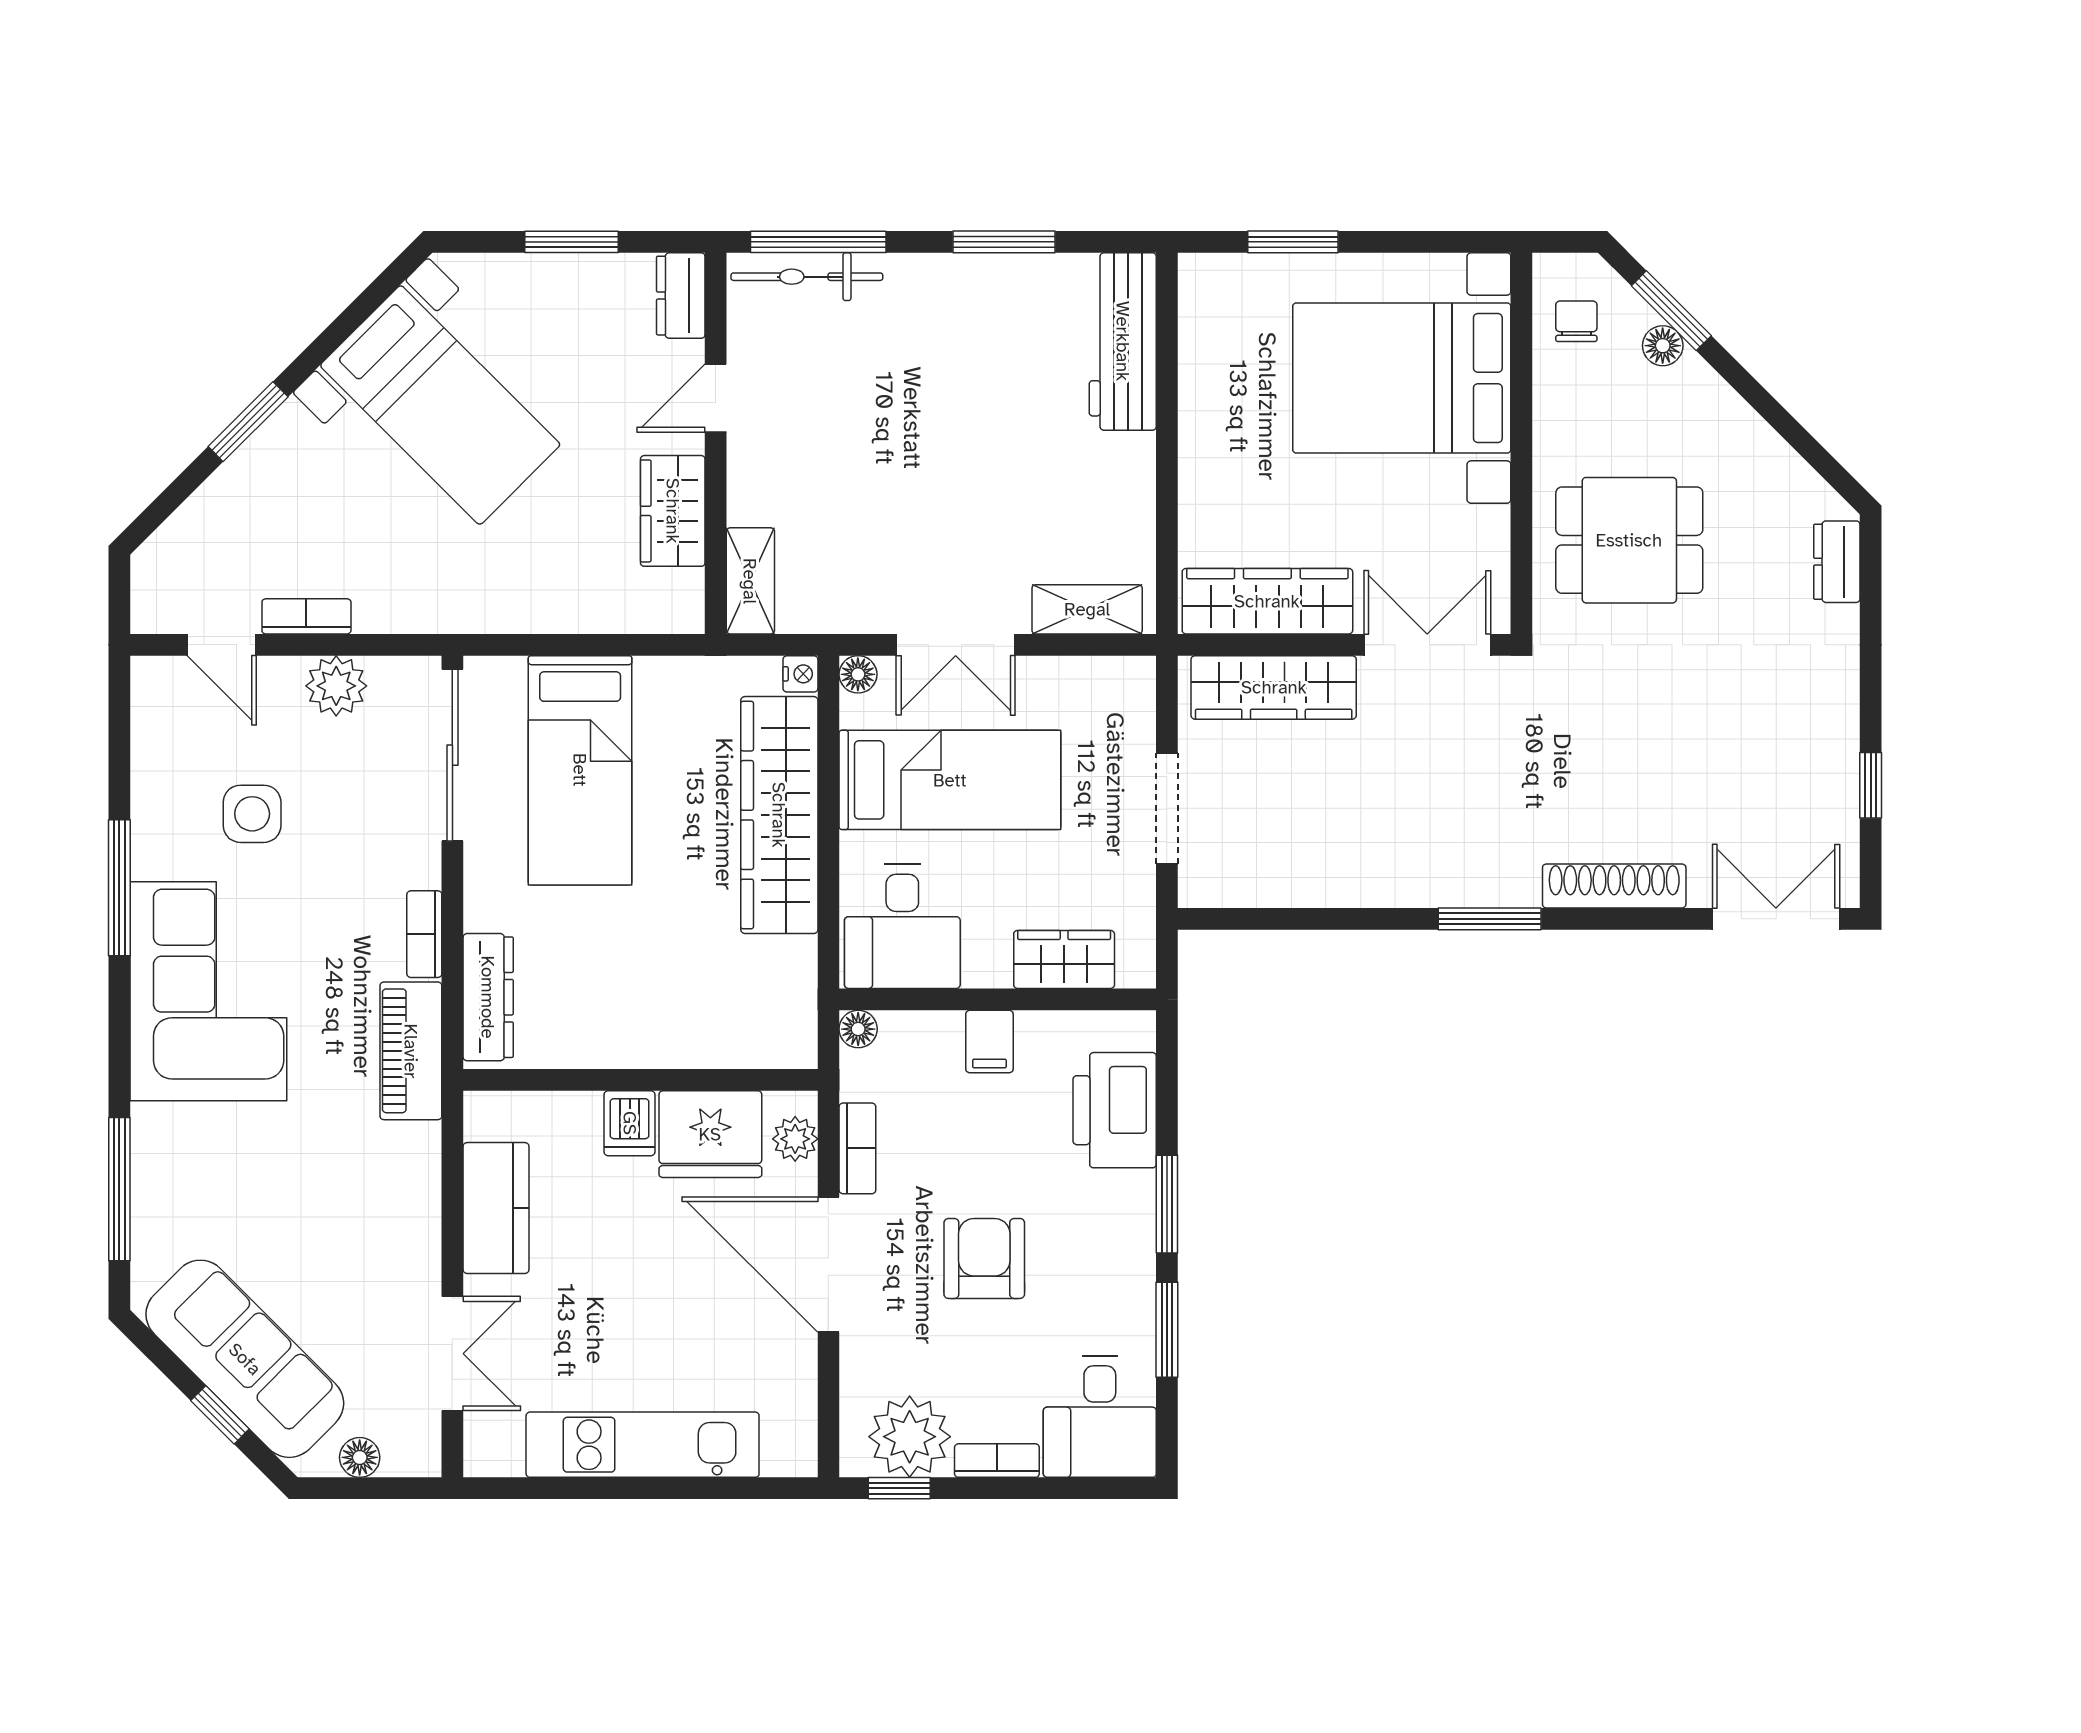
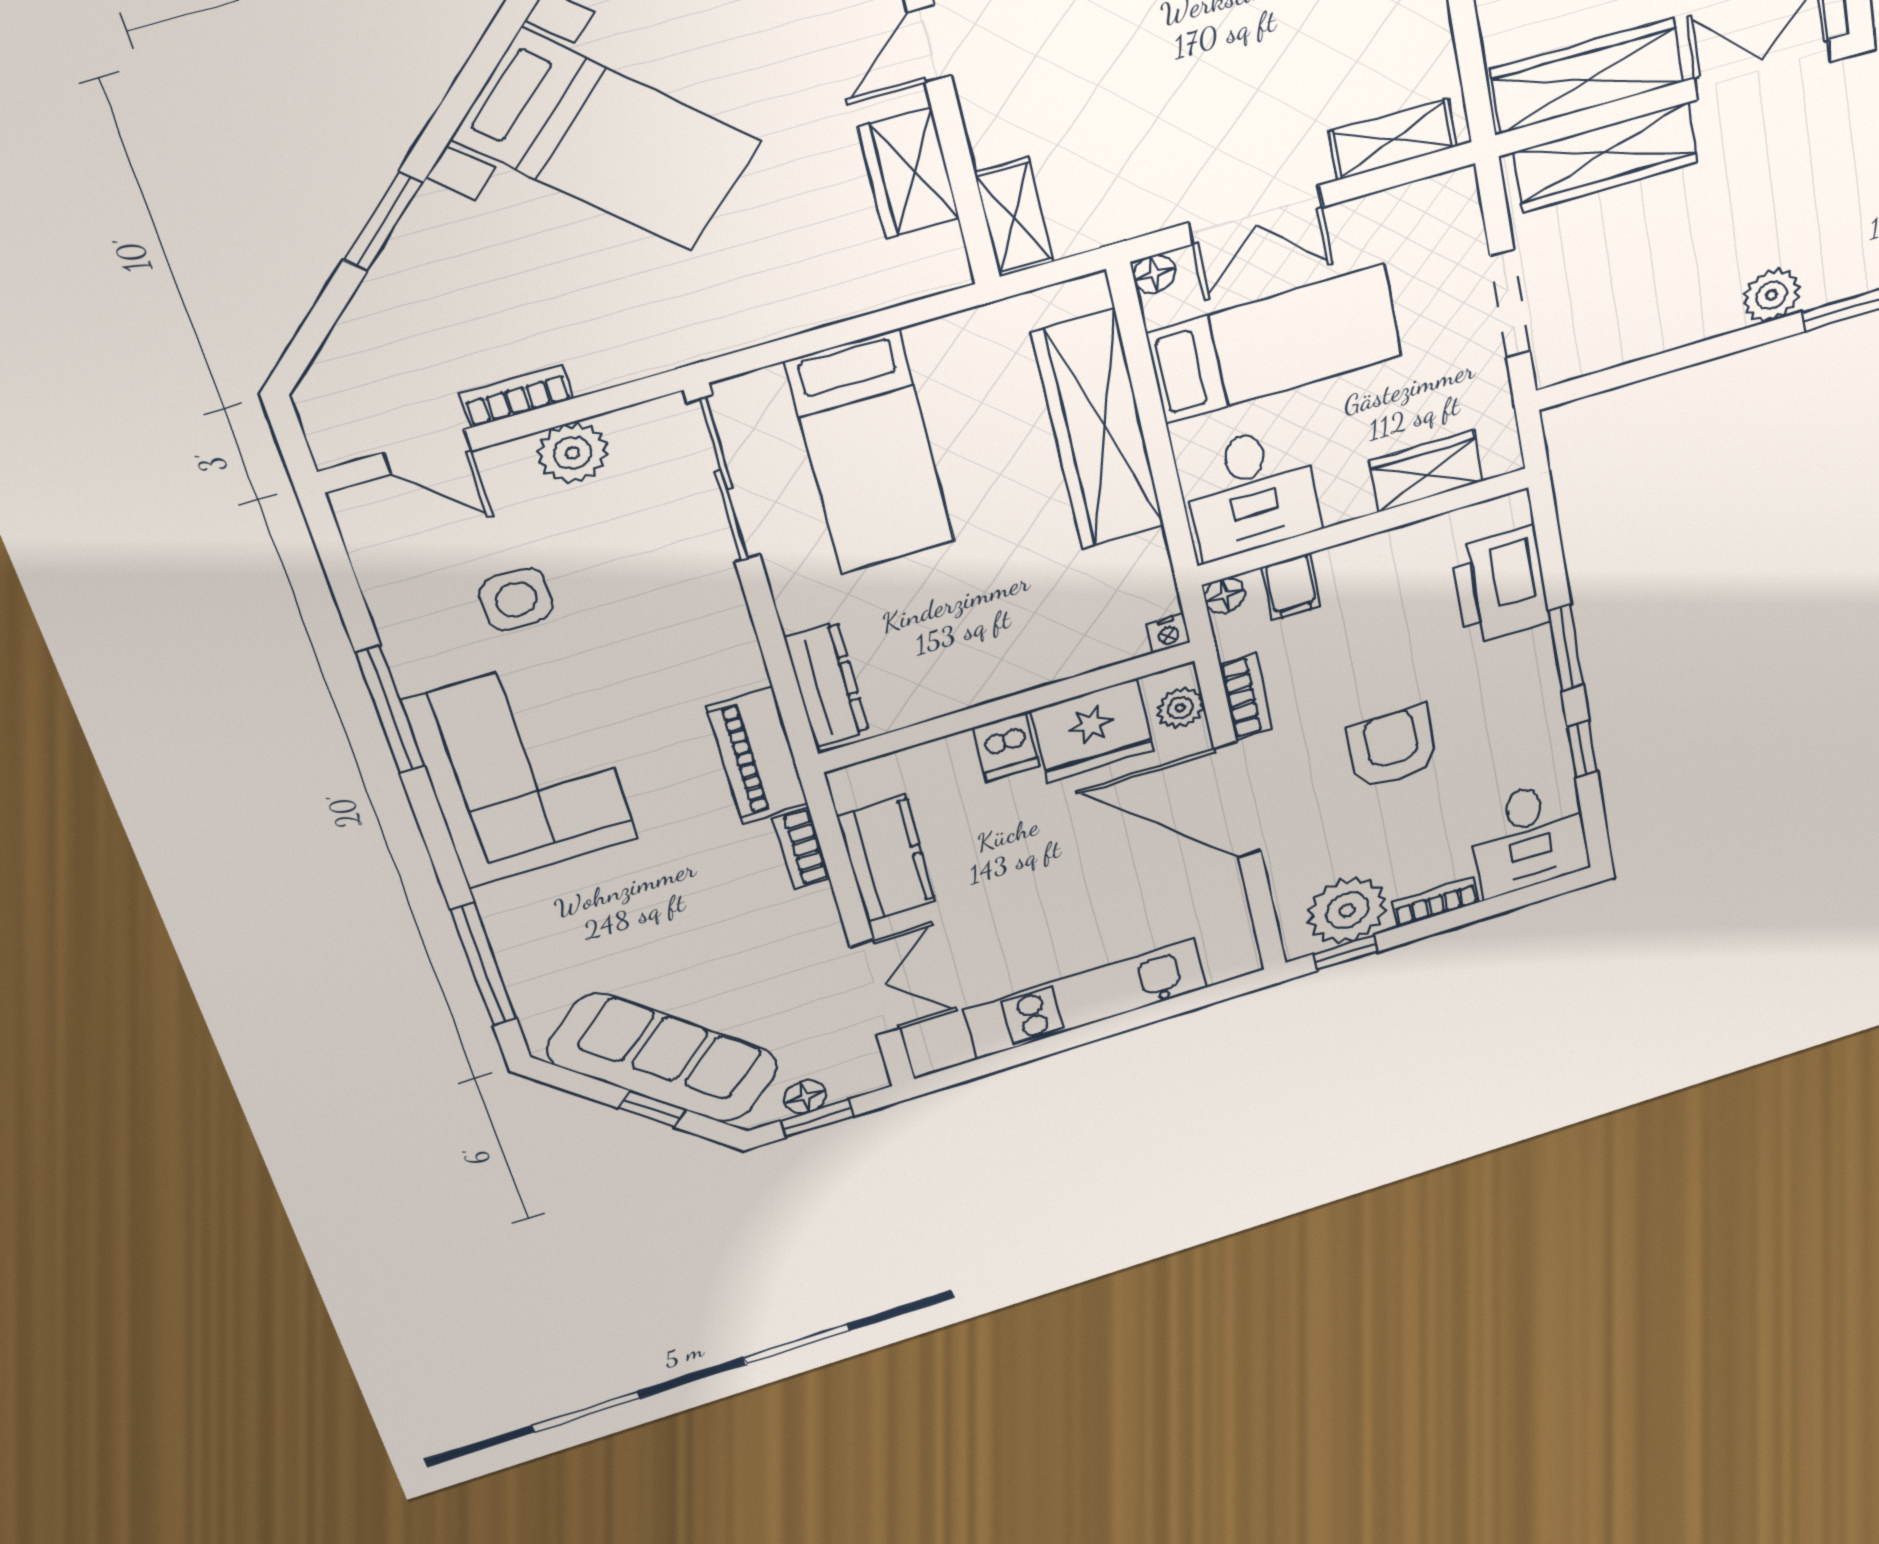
nightstand: (800, 674) -> (1168, 633), moved, turned 90
plant: (1410, 880) -> (1771, 295), added
bookcase: (424, 934) -> (801, 848), moved
filing cabinet: (989, 1042) -> (1291, 587), moved
window: (1167, 1330) -> (1582, 749), width x0.67
window: (364, 1488) -> (817, 1118), added

